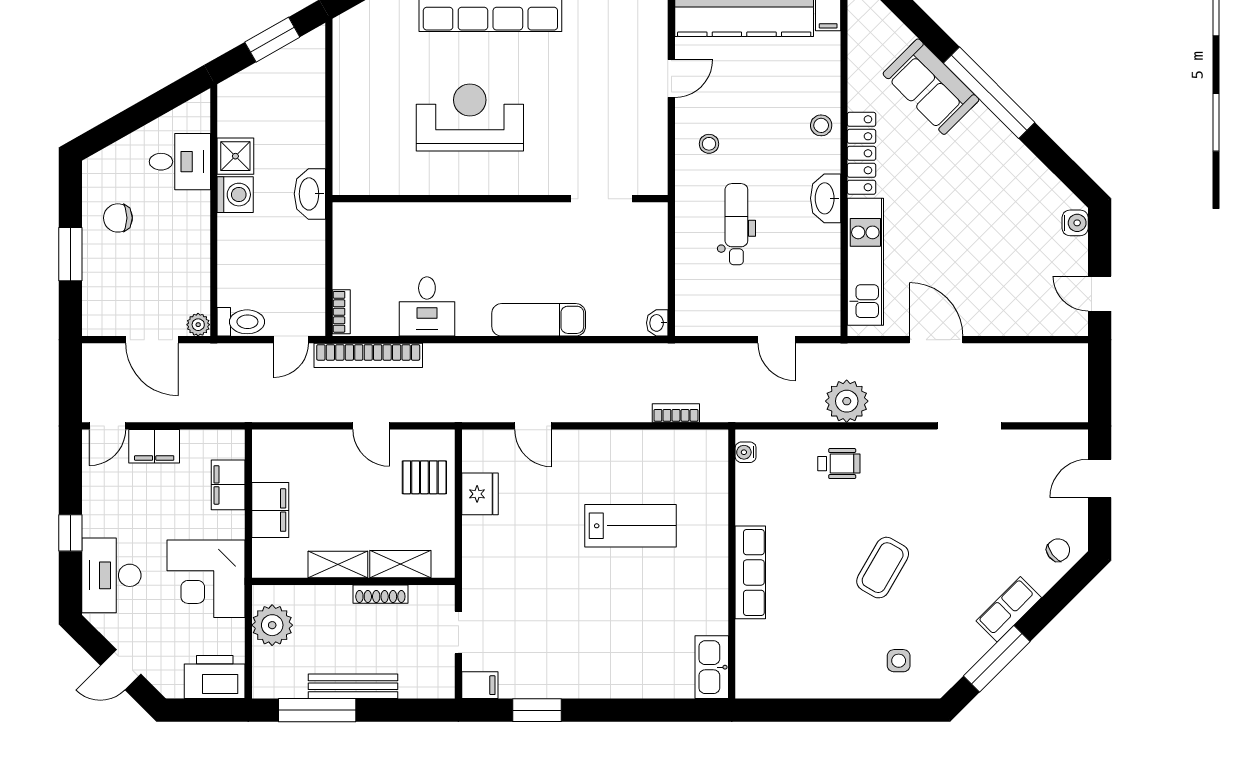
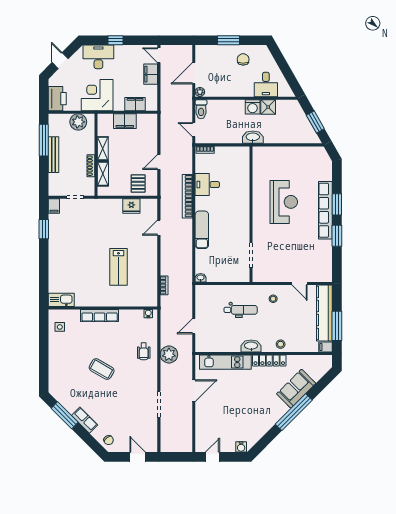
bookcase: (368, 355) -> (187, 196), moved
side table: (899, 661) -> (60, 327), moved

